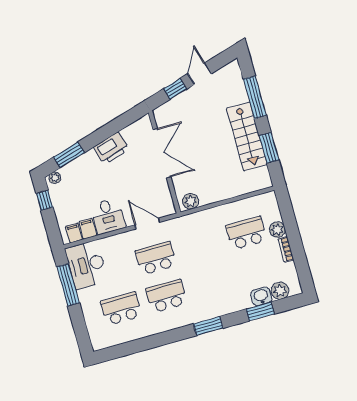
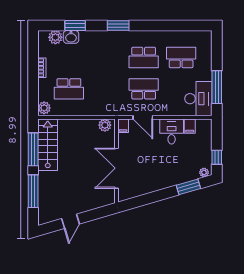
window: (175, 89) -> (92, 215), removed
stairs: (247, 136) -> (48, 145), moved
printer: (111, 148) -> (154, 183), removed
window: (269, 148) -> (33, 149), width x1.44
plant: (277, 230) -> (44, 108), moved
filing cabinet: (74, 233) -> (123, 126), moved
school desk: (156, 258) -> (144, 89), turned 180
school desk: (121, 309) -> (181, 57), turned 180

